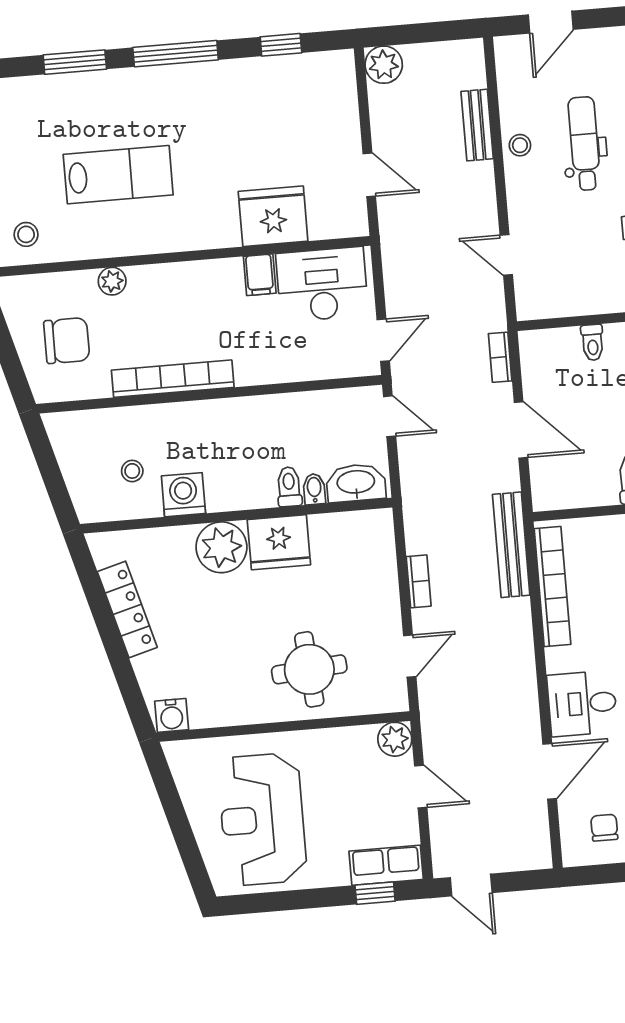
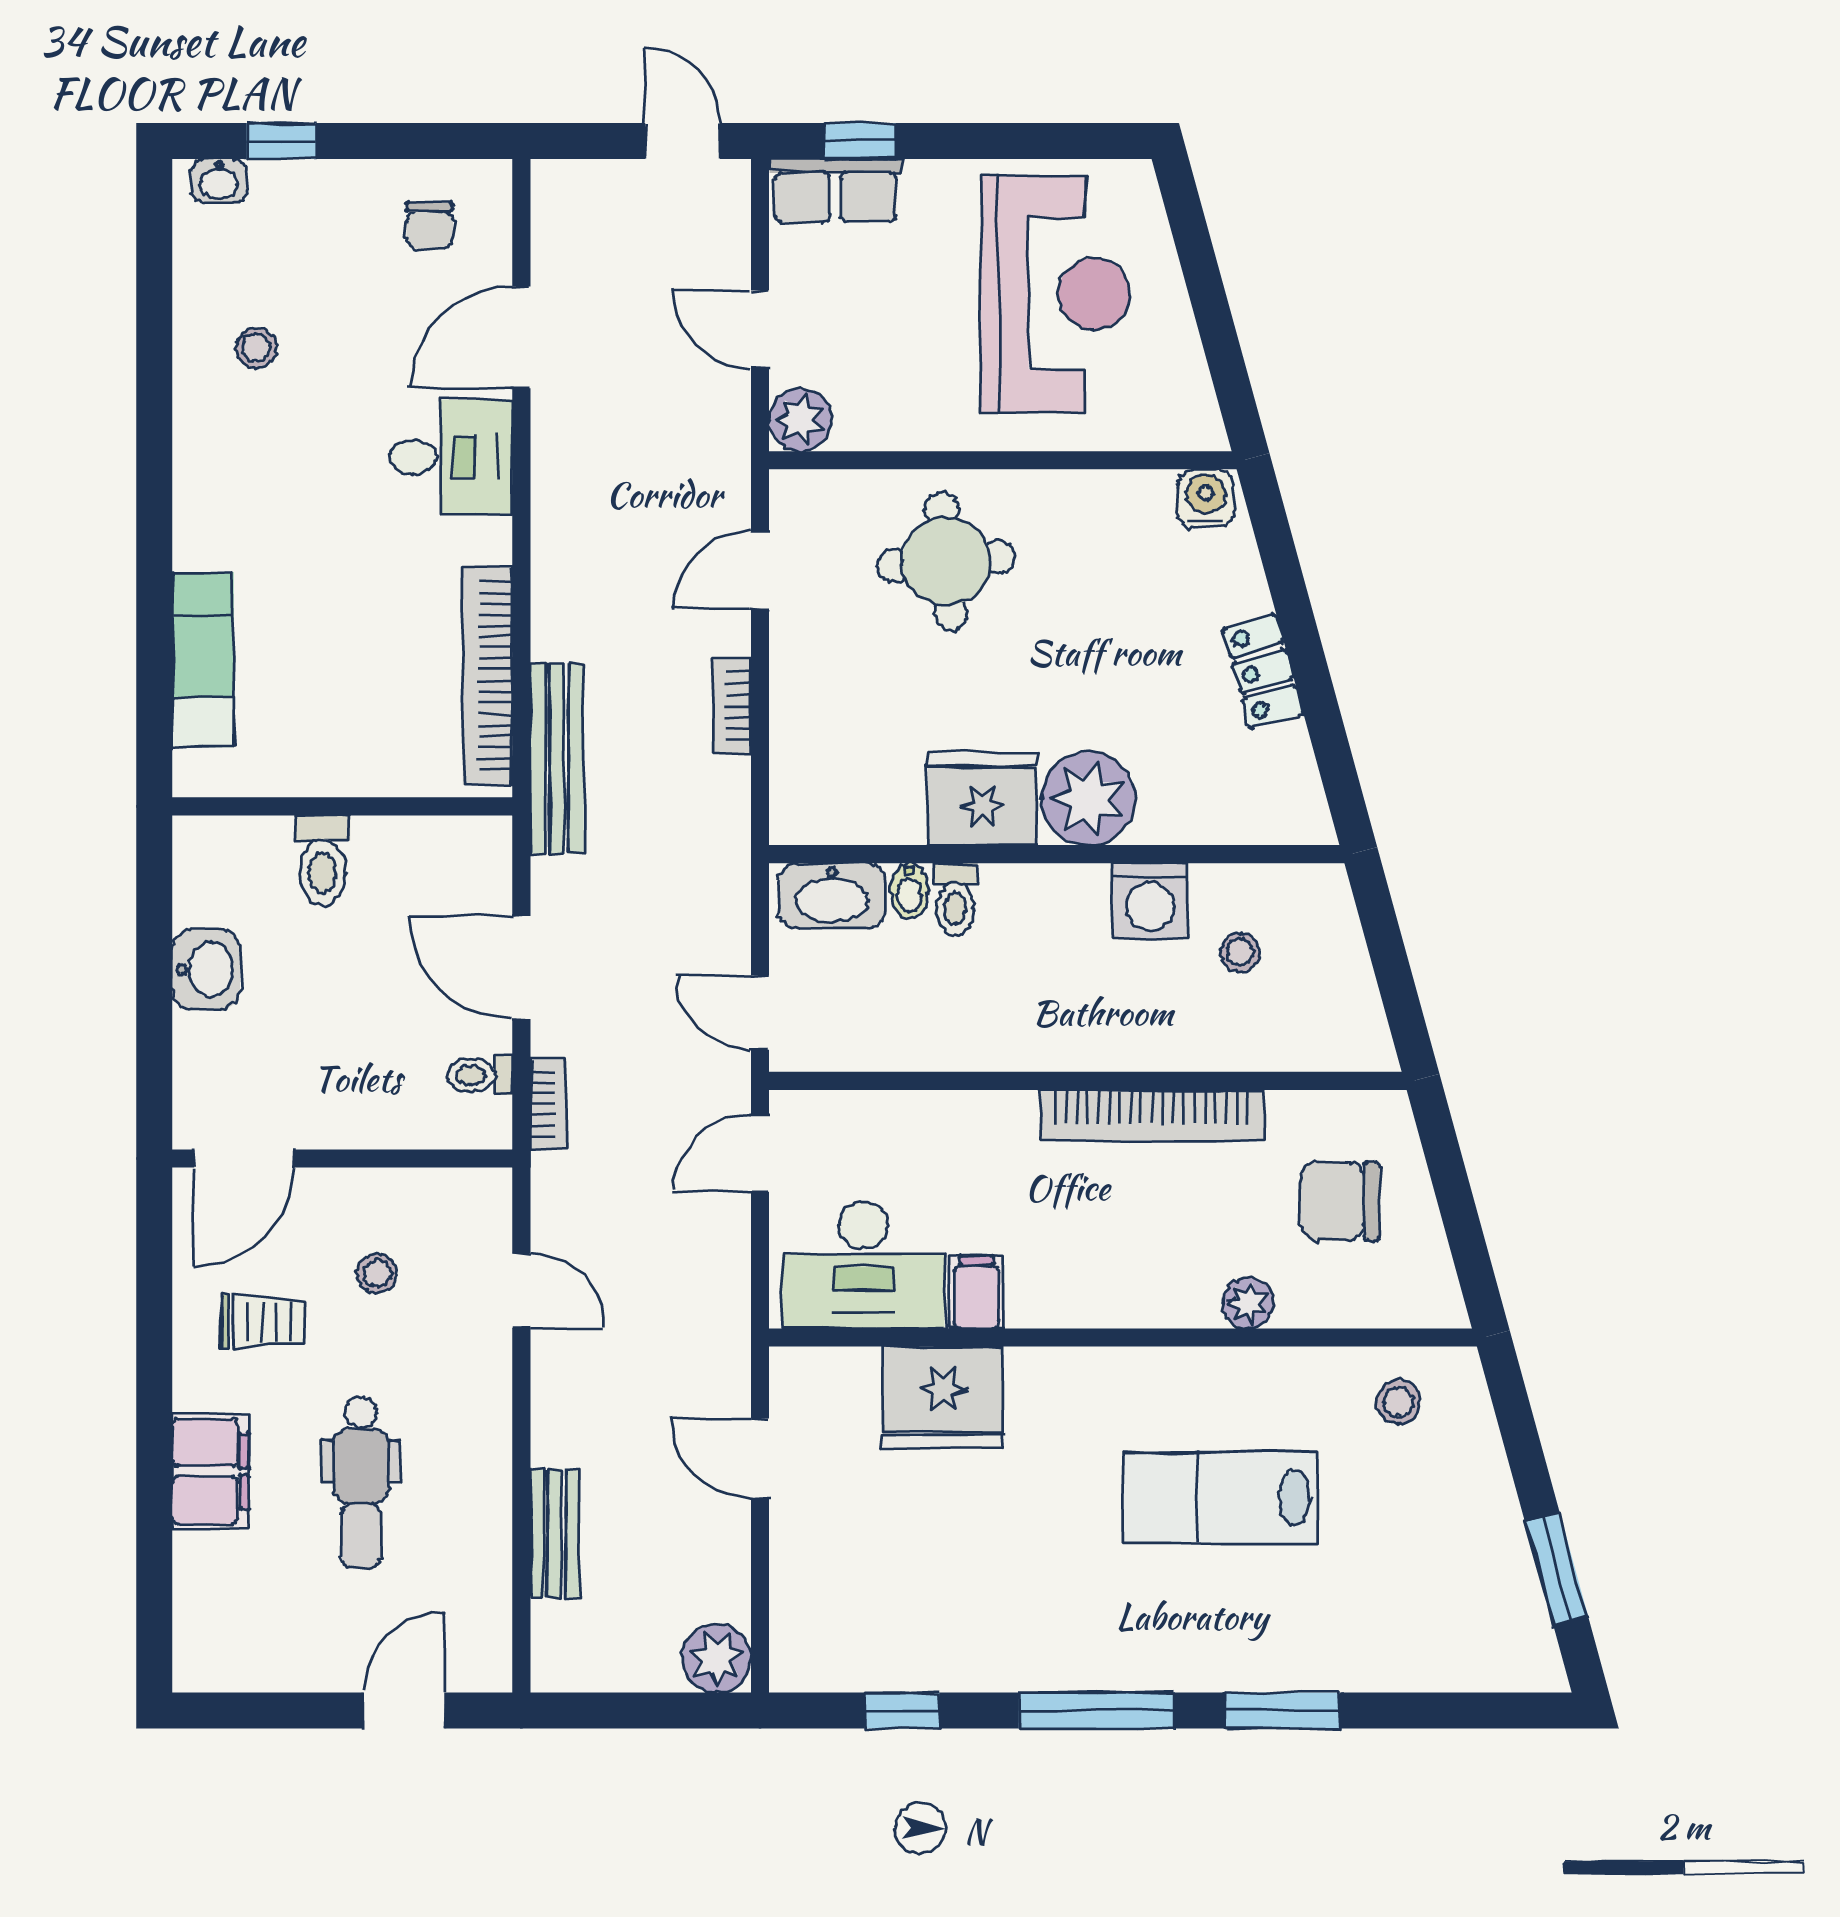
stool: (520, 145) -> (377, 1273), moved
toilet: (593, 342) -> (480, 1075), moved, turned -90
locker: (127, 609) -> (1263, 671), width x0.66

